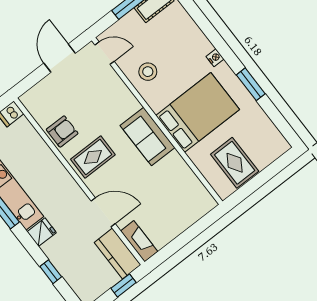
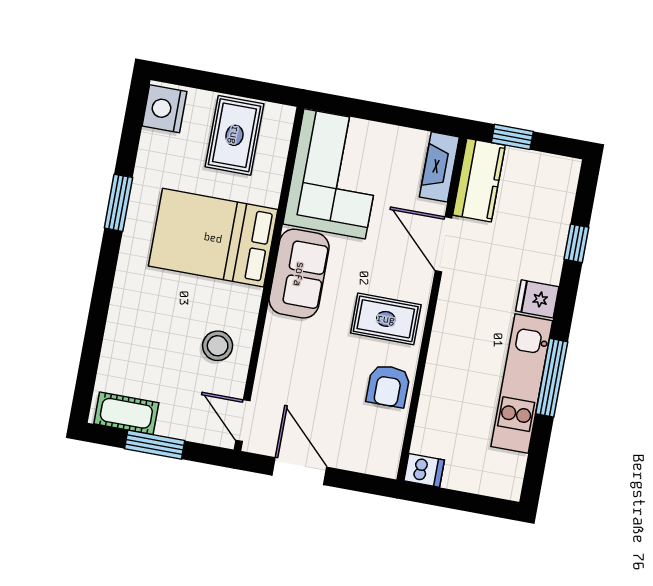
door: (60, 58) -> (299, 471), swing flipped
nightstand: (215, 58) -> (164, 109), moved, width x1.89, depth x1.79
armchair: (62, 131) -> (388, 386), turned -90
corner sofa: (178, 192) -> (335, 174), added

